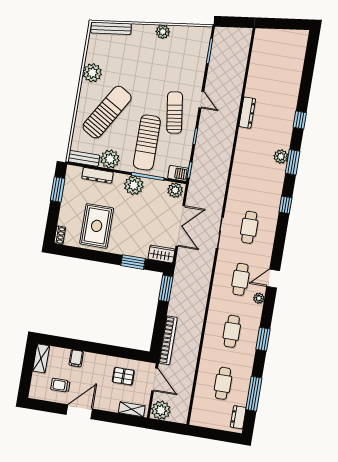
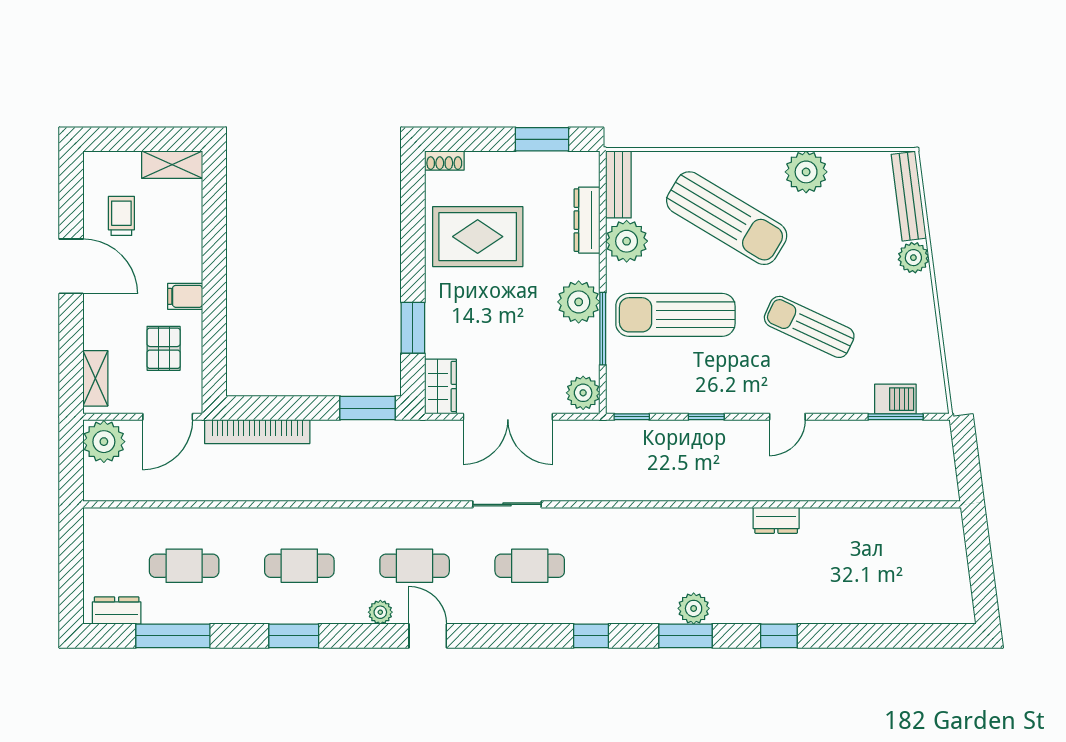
plant: (163, 32) -> (913, 258), moved
sun lounger: (175, 113) -> (809, 327), moved, turned -147
dresser: (247, 113) -> (776, 520), width x0.70
barbecue: (178, 173) -> (895, 399), moved, turned -90
filing cabinet: (76, 358) -> (185, 296), moved

